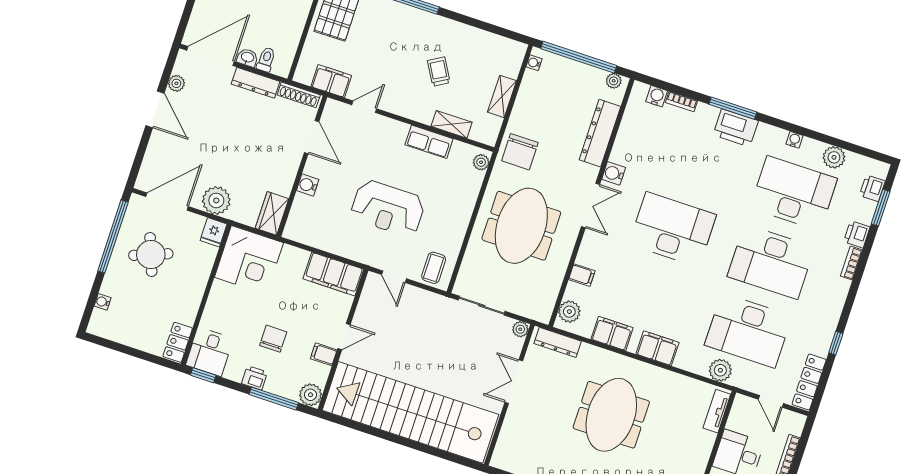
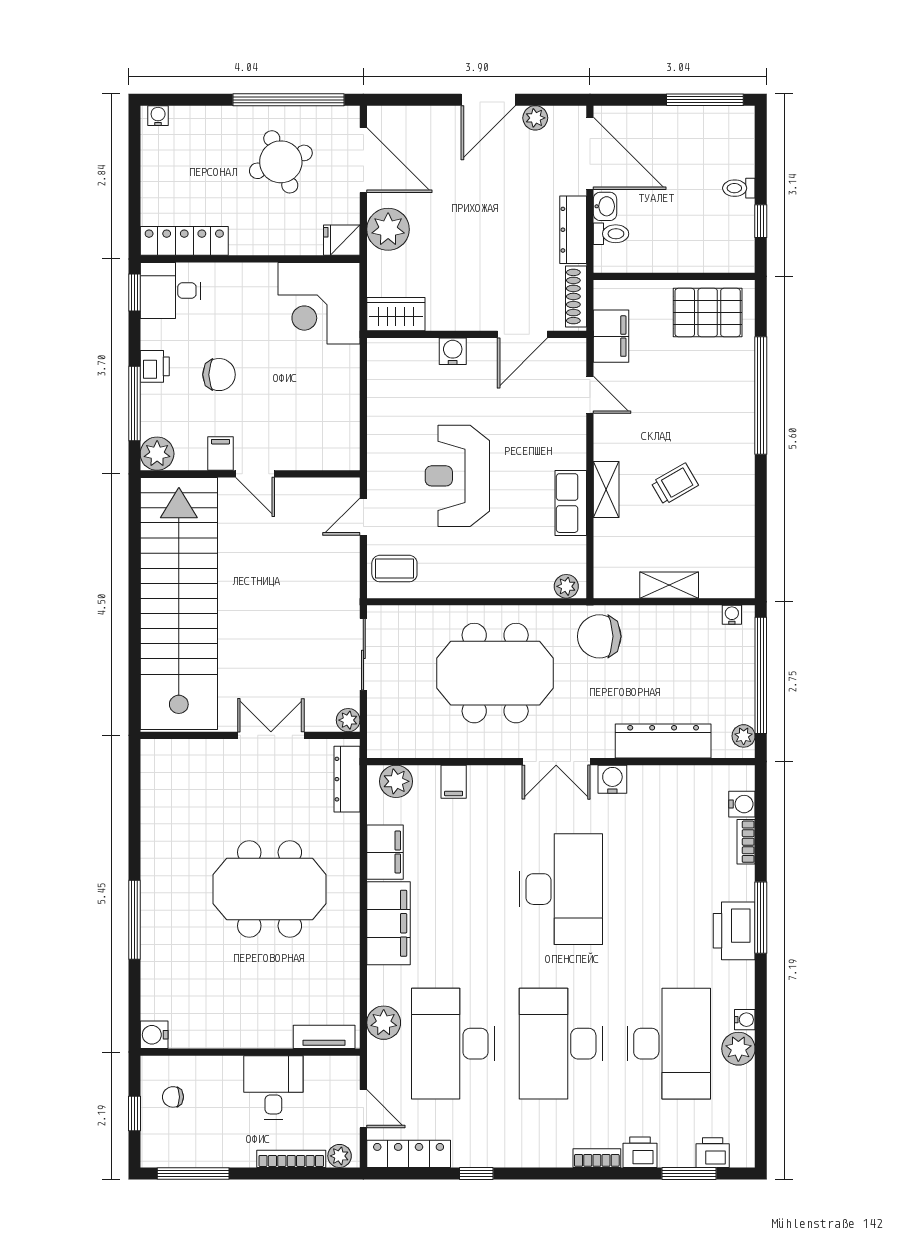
shelving: (452, 124) -> (606, 489), moved
plant: (834, 157) -> (738, 1049), moved
filing cabinet: (333, 274) -> (339, 430), removed
water cooler: (103, 302) -> (158, 116), moved
locker: (178, 342) -> (184, 241), width x1.53
filing cabinet: (657, 348) -> (388, 923), width x1.50, depth x1.17
door: (771, 401) -> (363, 1109), swing flipped
plant: (796, 426) -> (340, 1156), added

